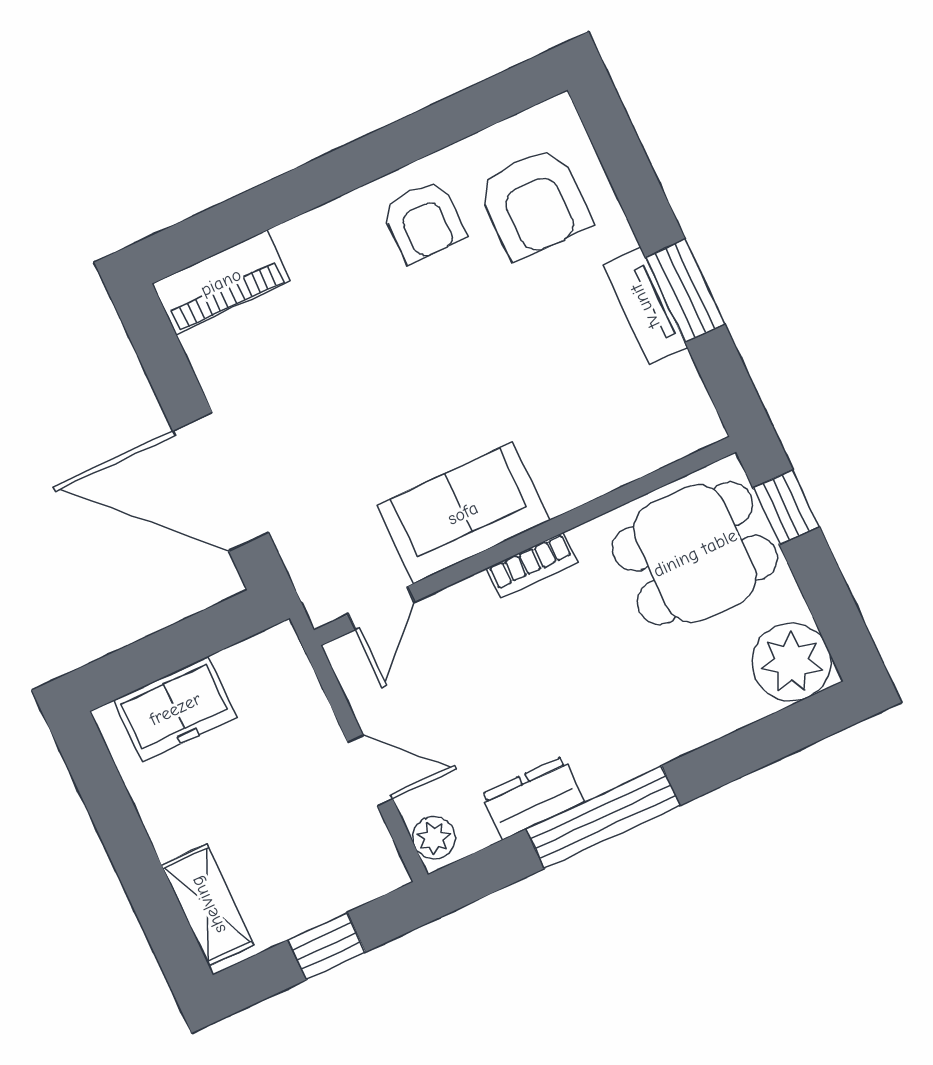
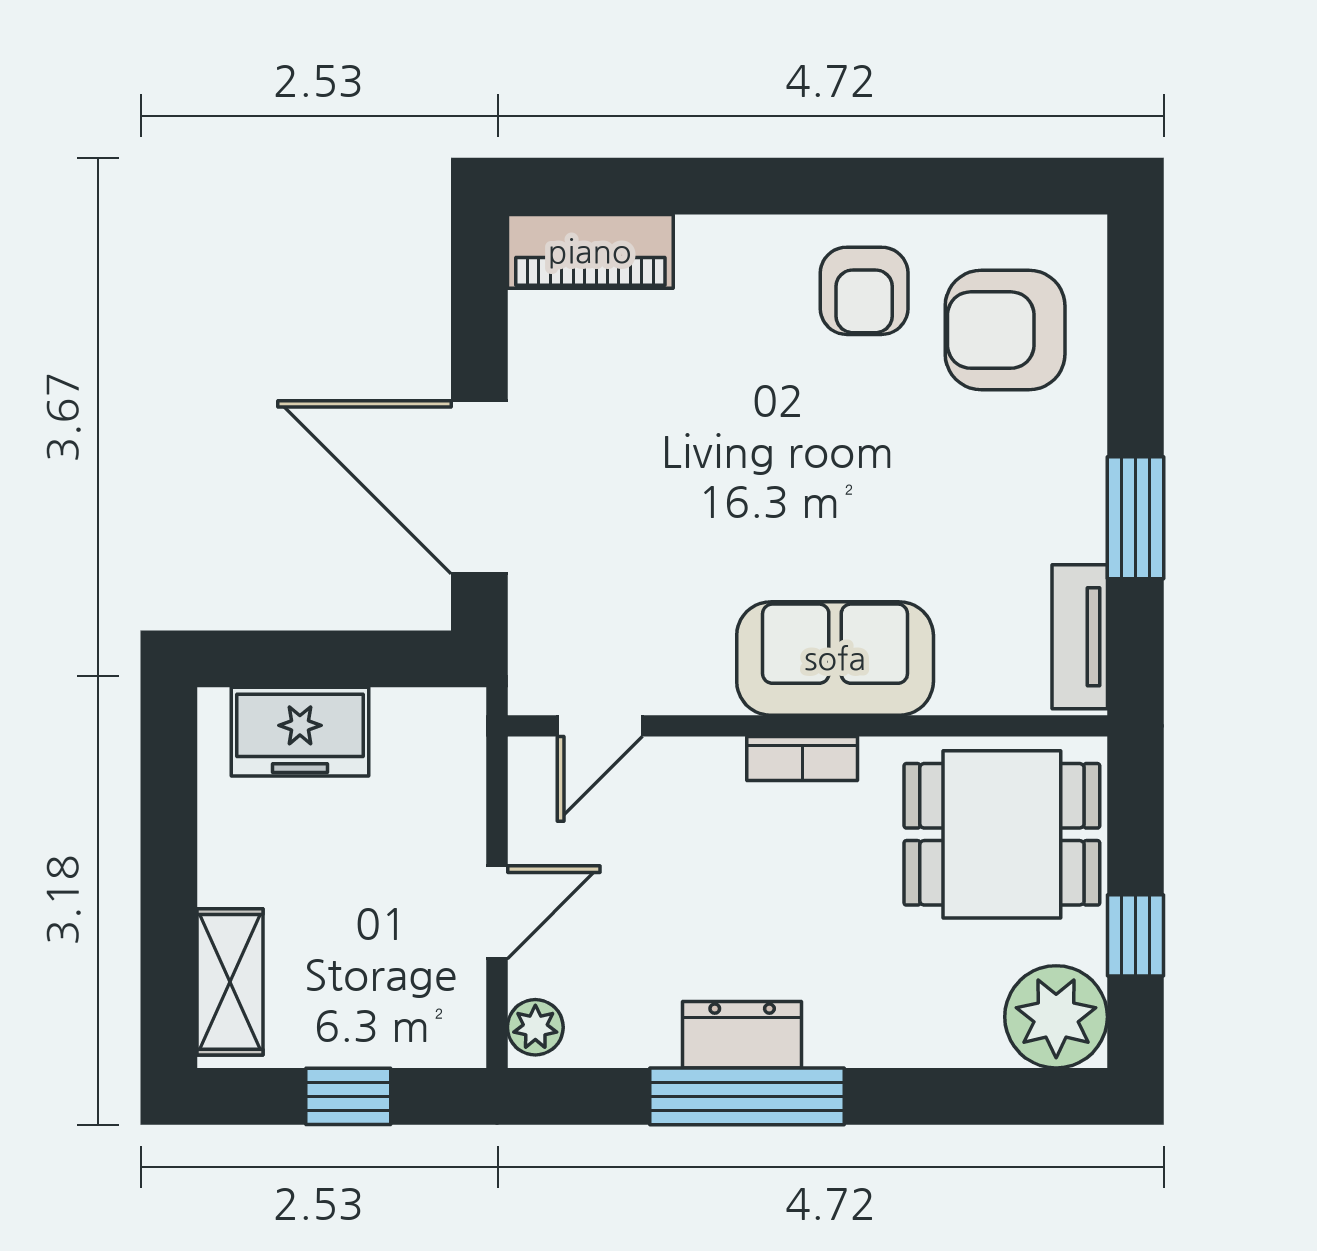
armchair: (534, 203) -> (1005, 330), turned 90
tv unit: (645, 306) -> (1080, 637), moved
window: (786, 507) -> (1135, 935), moved
sofa: (463, 513) -> (835, 658), moved
door: (370, 771) -> (497, 912), hinge flipped
dresser: (533, 798) -> (742, 1035), moved

